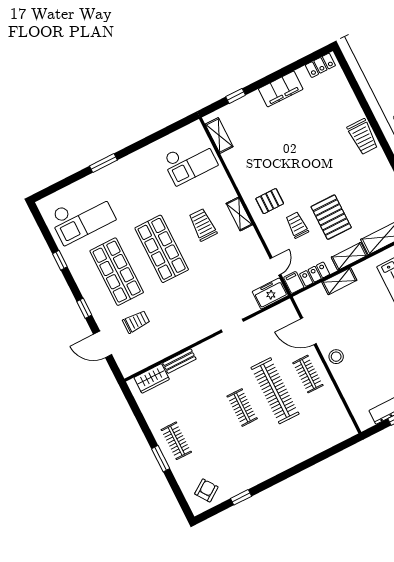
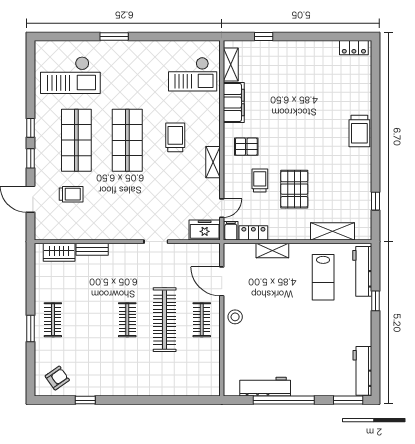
filing cabinet: (281, 89) -> (234, 102), moved, turned -90
shelving: (239, 214) -> (213, 162), moved
shelving: (349, 256) -> (293, 233), removed
window: (60, 260) -> (31, 128), moved

